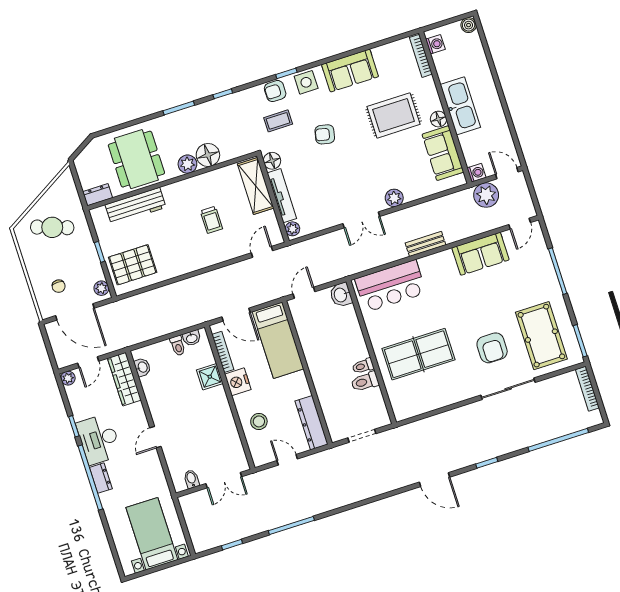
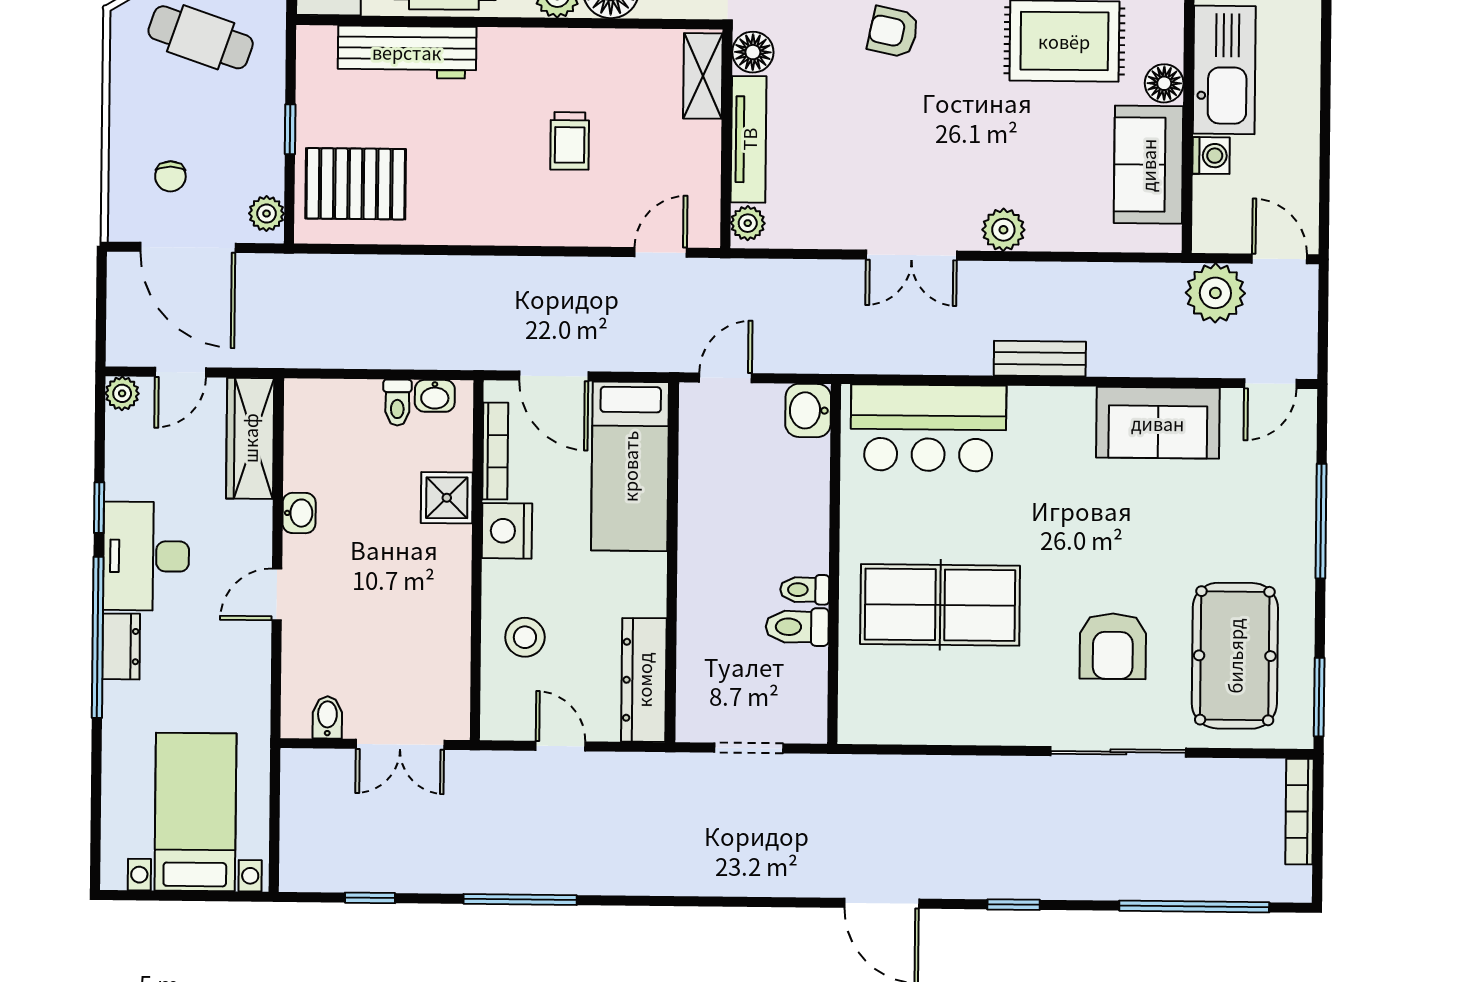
washing machine: (476, 173) -> (1211, 156), moved
shelving: (256, 186) -> (703, 76), width x0.67, depth x0.75
washbasin: (142, 367) -> (299, 513), moved

